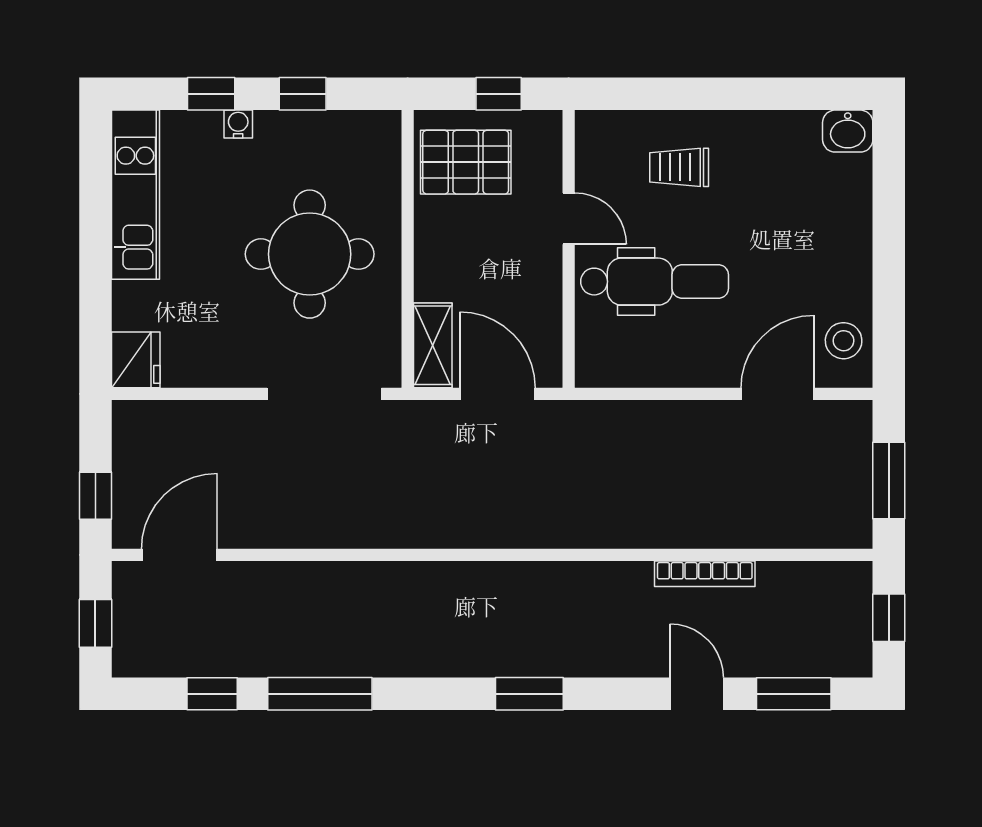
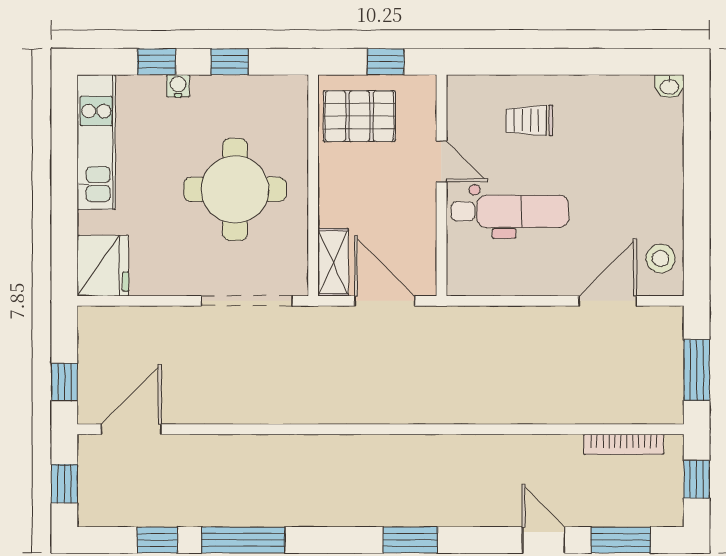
washbasin: (848, 131) -> (669, 86), width x0.72, depth x0.69
fridge: (136, 360) -> (103, 266), width x1.36, depth x1.34
bookcase: (705, 574) -> (624, 444), moved

